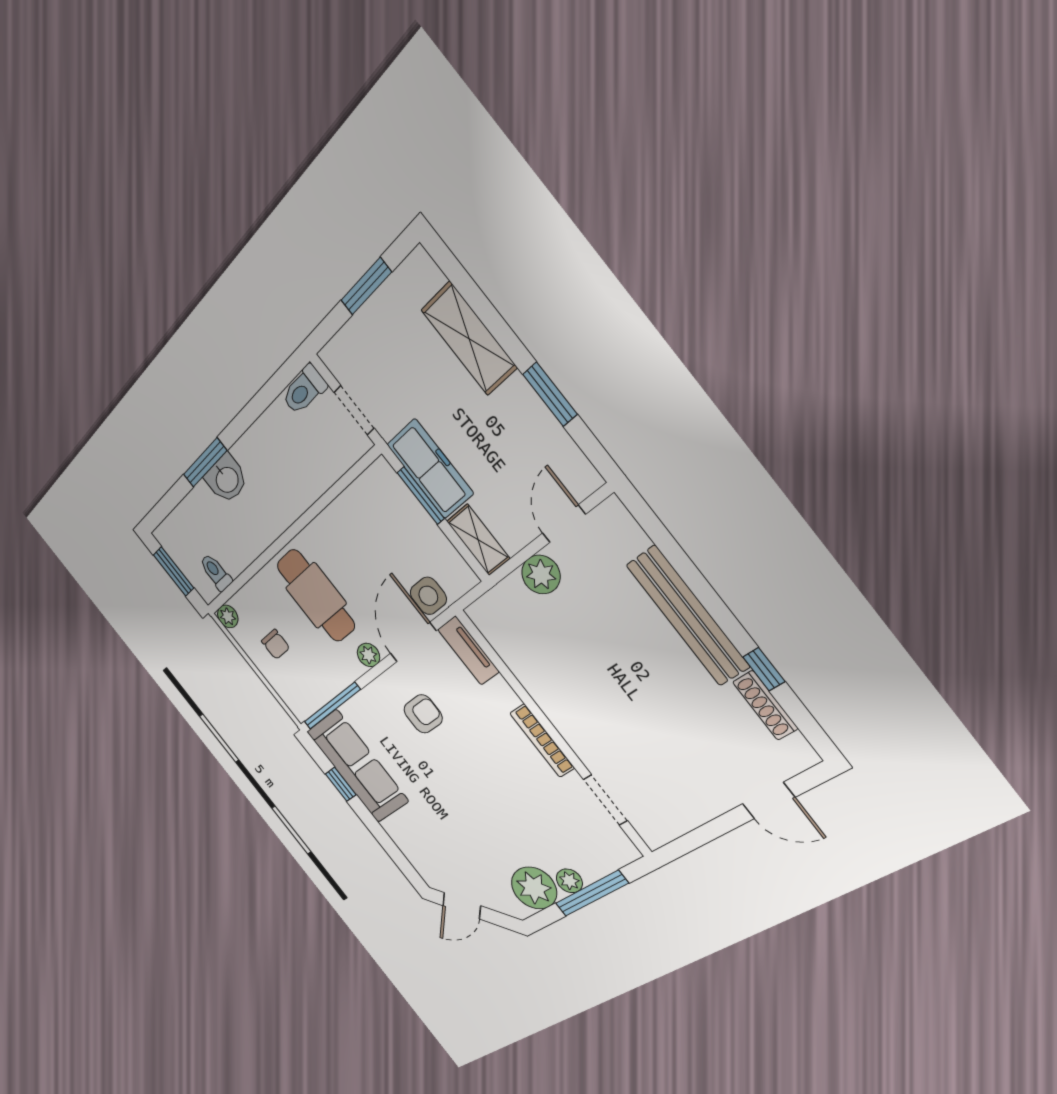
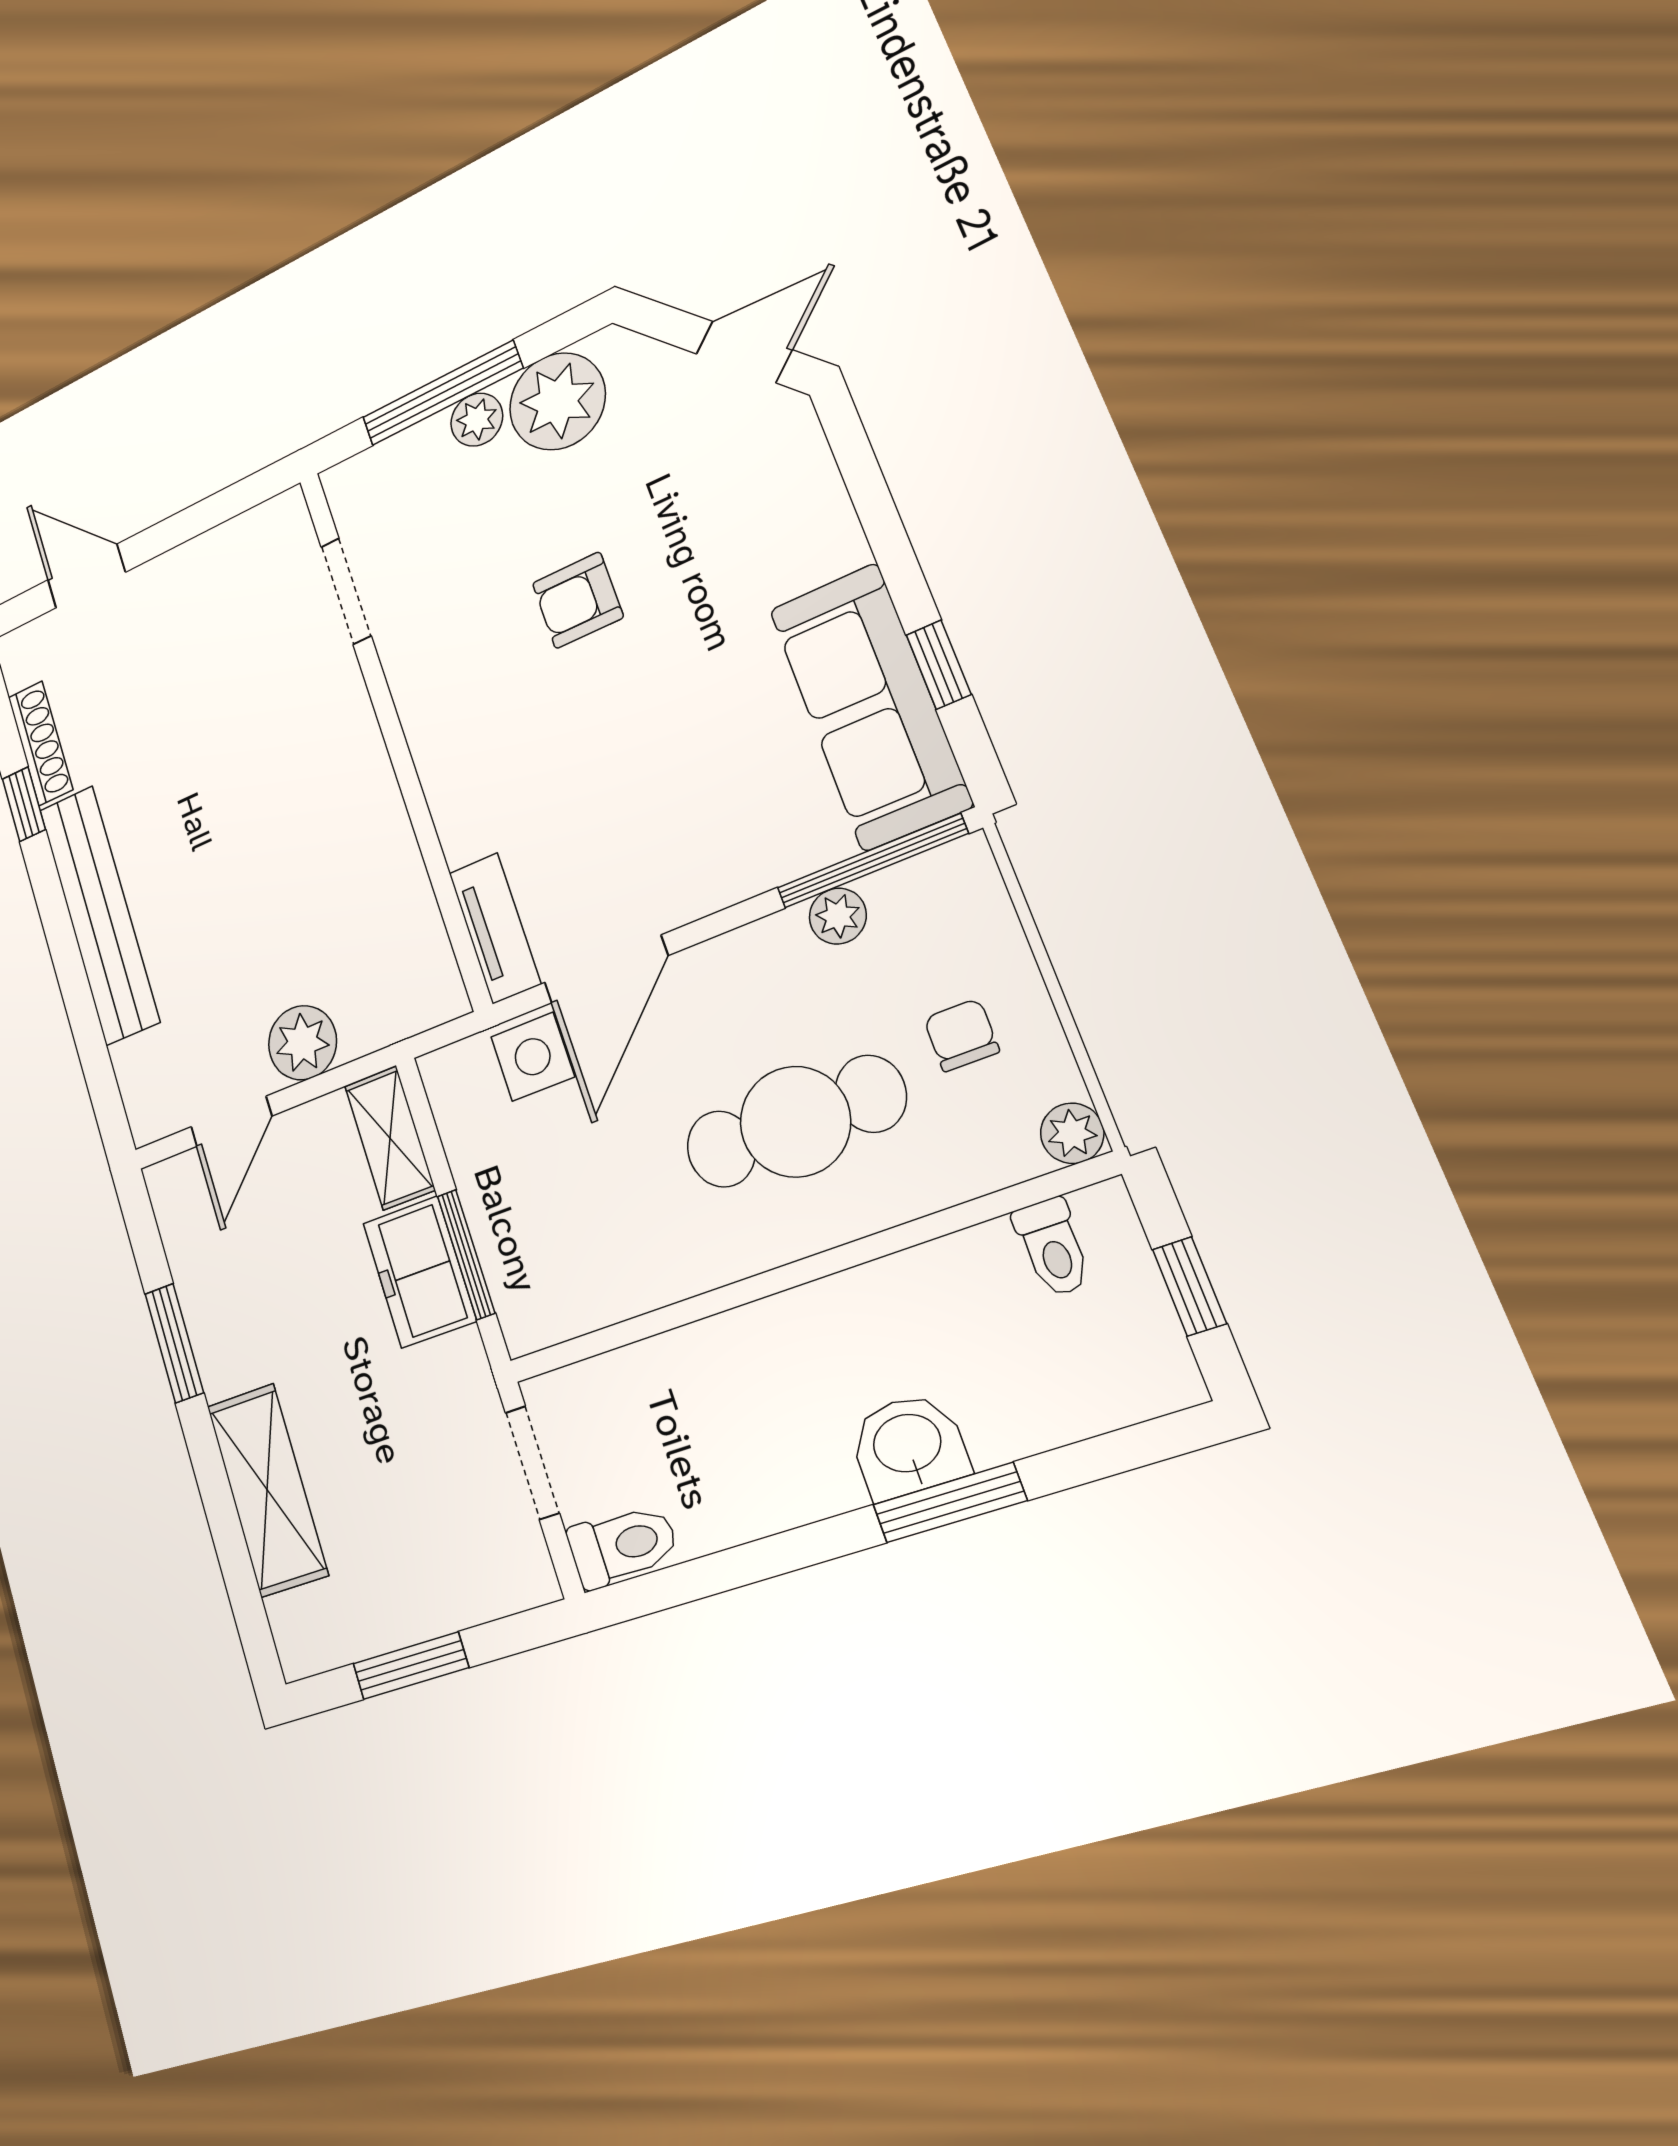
freezer: (430, 469) -> (419, 1272), width x0.71
window: (174, 571) -> (1189, 1286), width x0.67
cafe table: (316, 596) -> (795, 1122), turned 90
plant: (368, 655) -> (838, 916), moved
armchair: (423, 714) -> (578, 600), moved
bookcase: (542, 741) -> (420, 722), removed

